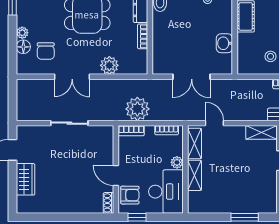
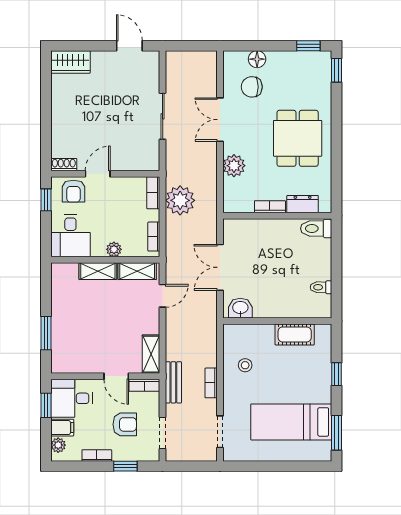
plant: (22, 33) -> (275, 58), removed
washbasin: (224, 43) -> (240, 308), moved
wardrobe: (26, 179) -> (70, 62), moved
desk: (166, 192) -> (70, 236), width x0.73

